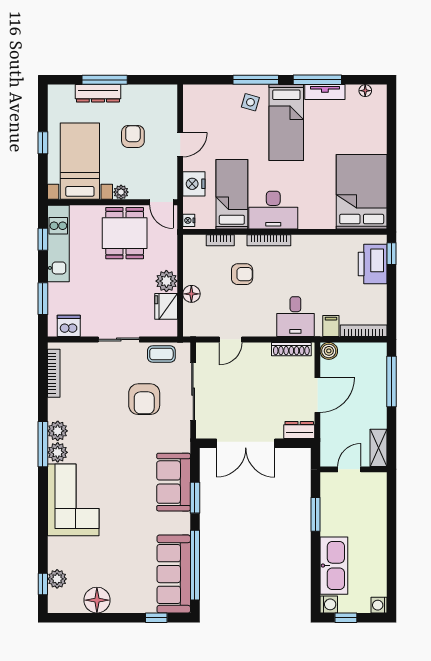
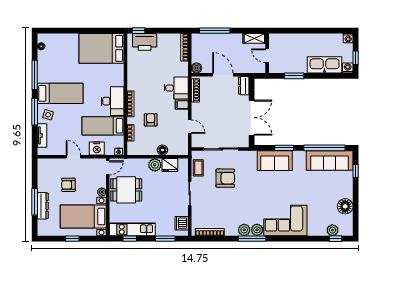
tv unit: (325, 92) -> (42, 136), moved
filing cabinet: (331, 326) -> (182, 105), moved

